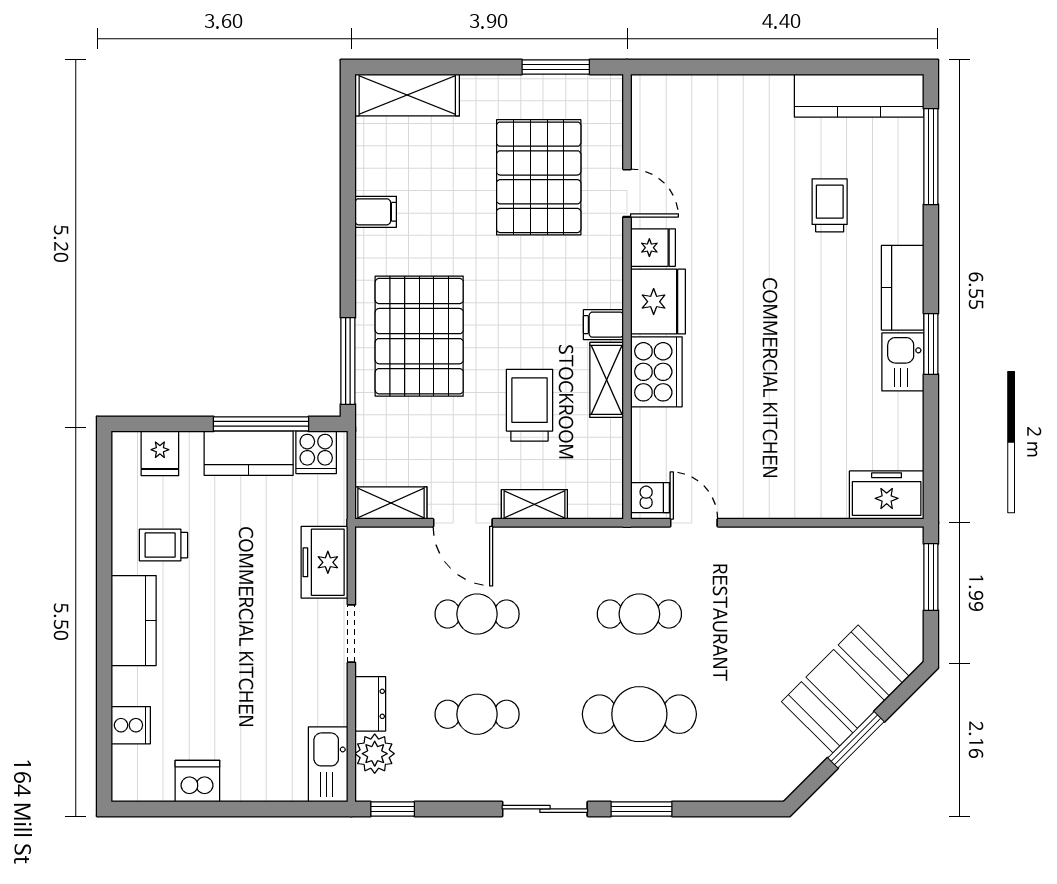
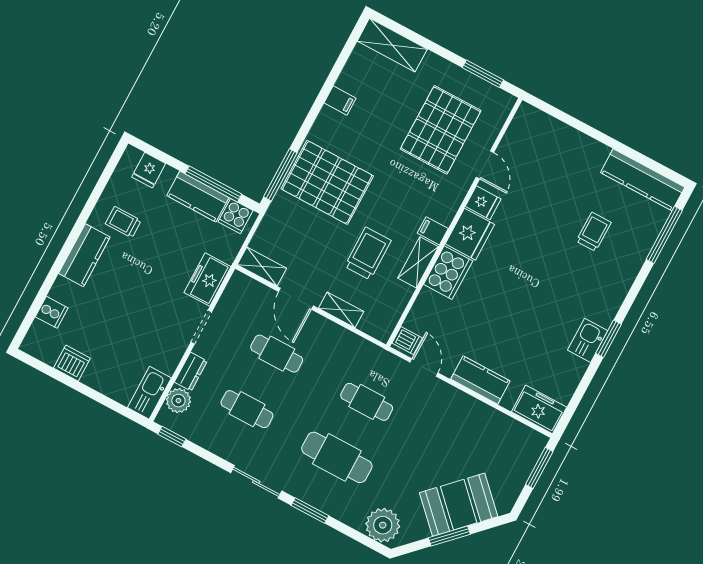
kitchen counter: (903, 288) -> (480, 380), moved, turned 90
pallet: (419, 336) -> (327, 182), turned 90
plant: (755, 775) -> (383, 525), added

